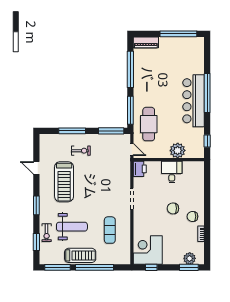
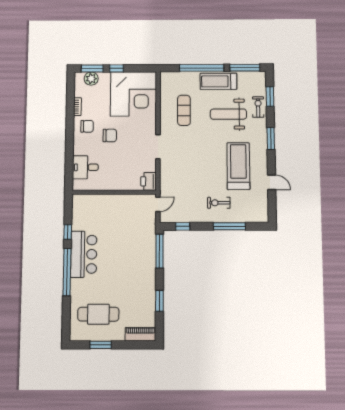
window: (178, 34) -> (101, 345), width x0.47
window: (130, 69) -> (159, 301), width x0.47
bar counter: (194, 101) -> (84, 254), width x0.73
cafe table: (149, 124) -> (98, 314), moved, turned 90
window: (111, 131) -> (183, 226), width x0.46
window: (207, 141) -> (68, 232), moved
door: (132, 149) -> (158, 204), swing flipped
plant: (178, 150) -> (103, 203), removed
desk: (172, 172) -> (85, 167), moved, turned 90
corner desk: (148, 250) -> (134, 94), width x1.36, depth x1.36
window: (151, 267) -> (116, 68), moved

